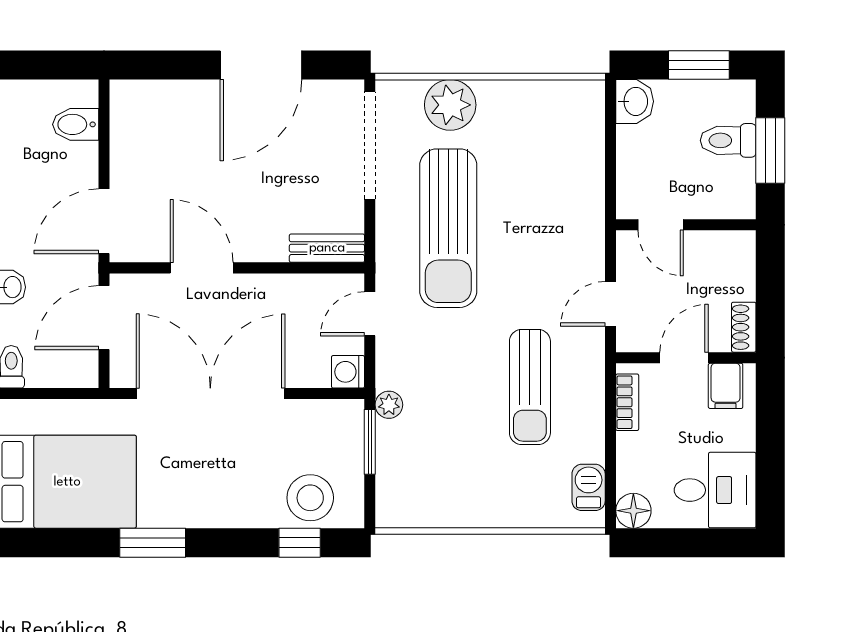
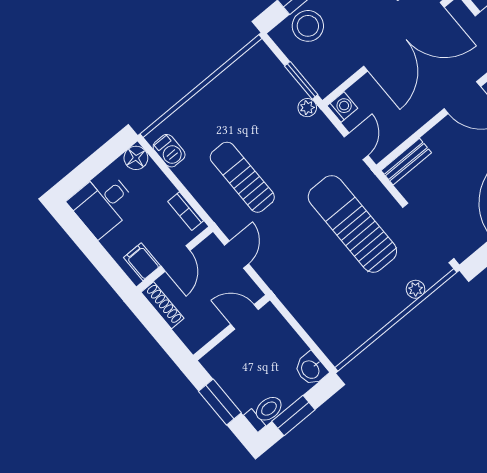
plant: (450, 105) -> (416, 289), width x0.53, depth x0.53
toilet: (728, 140) -> (265, 412), moved
shoe rack: (744, 327) -> (162, 305), width x1.43

